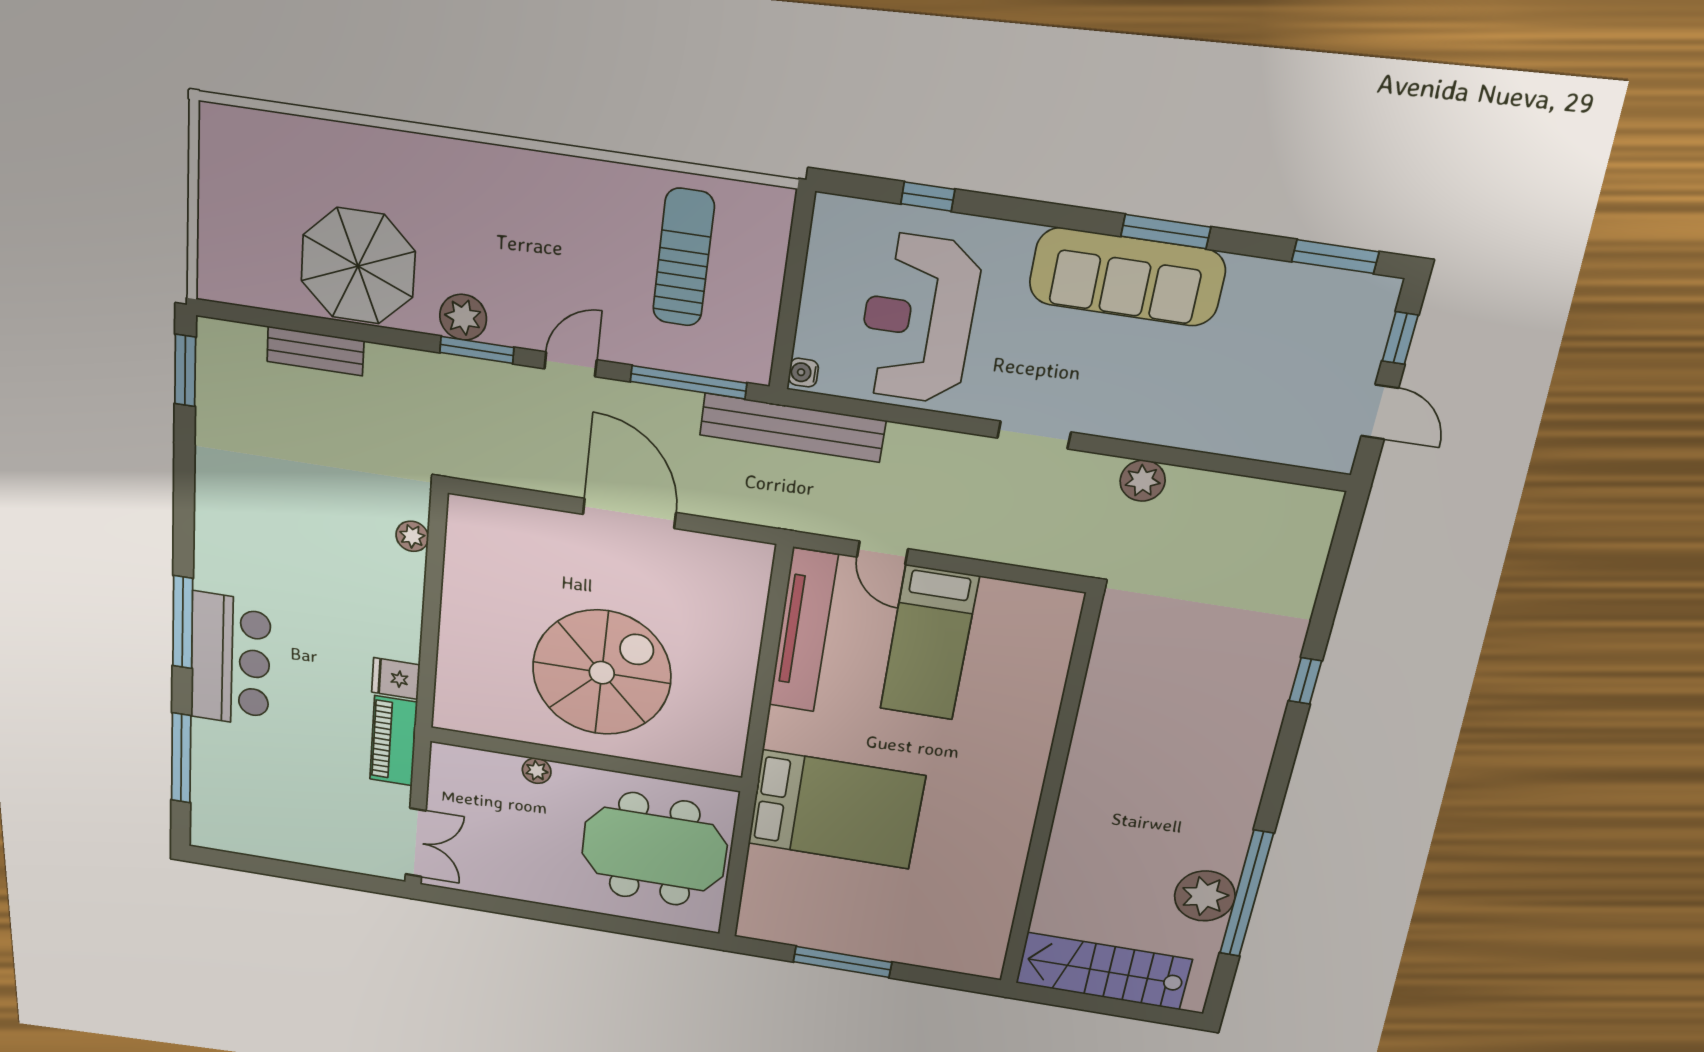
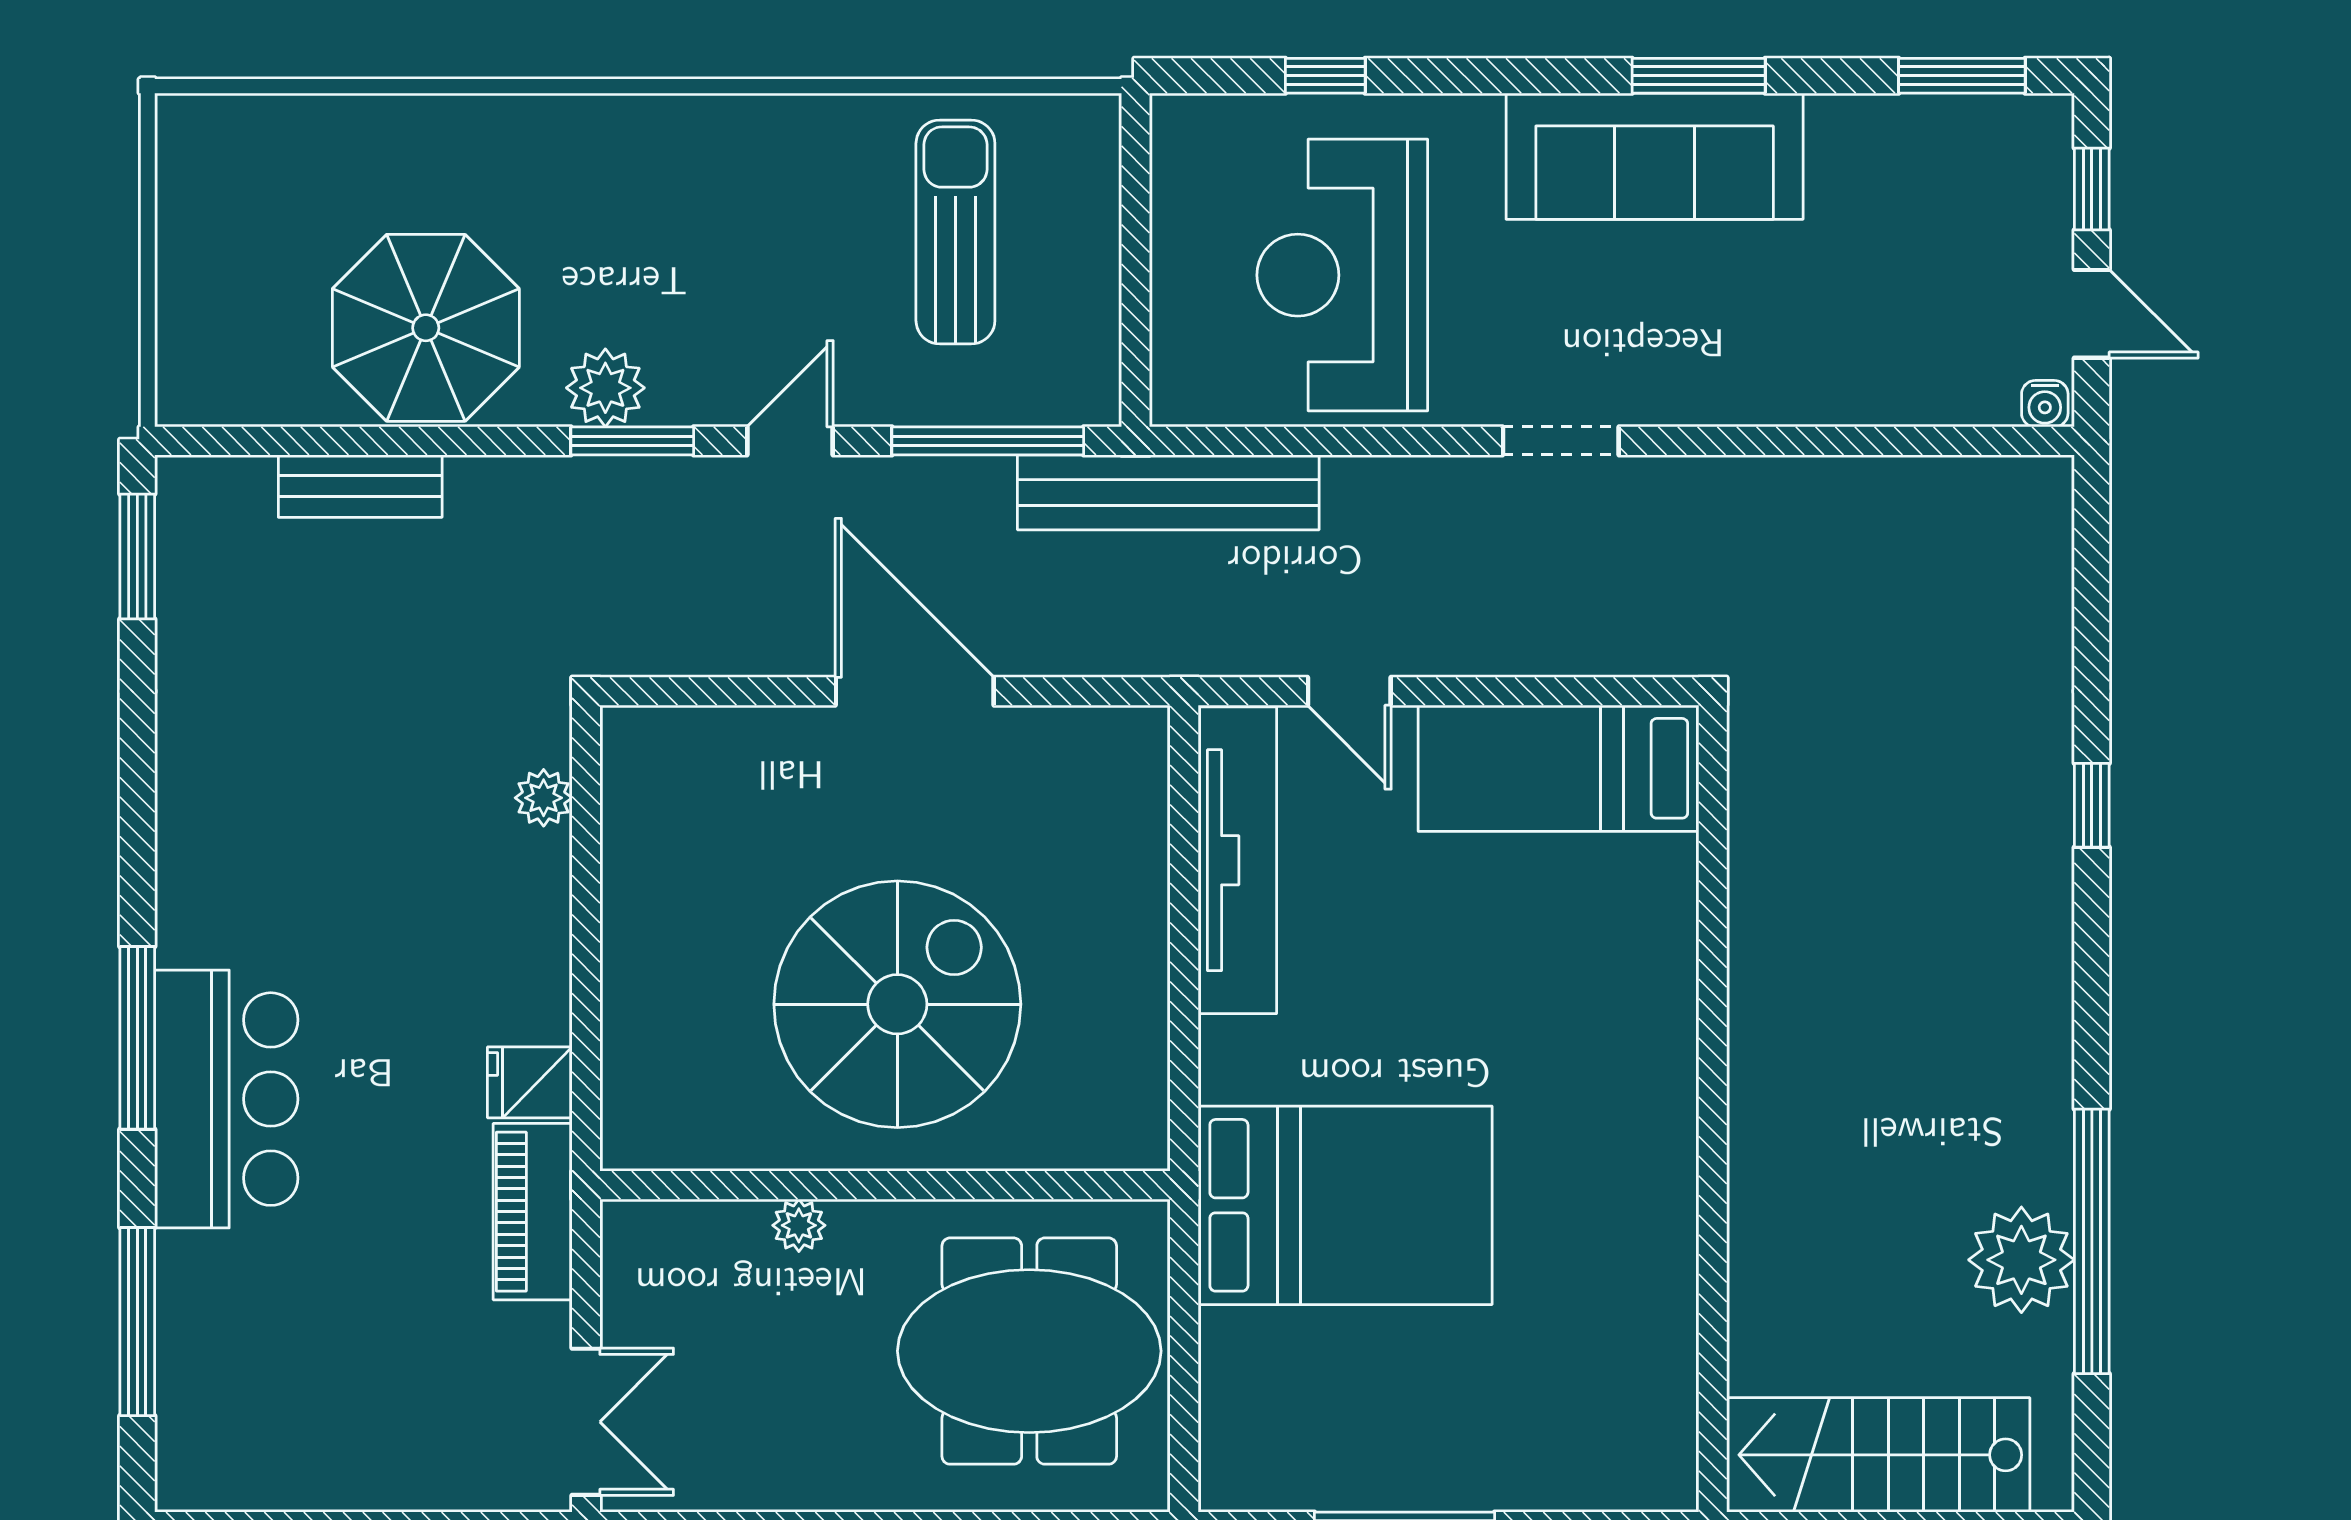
water cooler: (803, 373) -> (2045, 404), moved, turned -90
plant: (1143, 481) -> (1749, 491), removed
bed: (929, 643) -> (1559, 768), moved, turned 90

